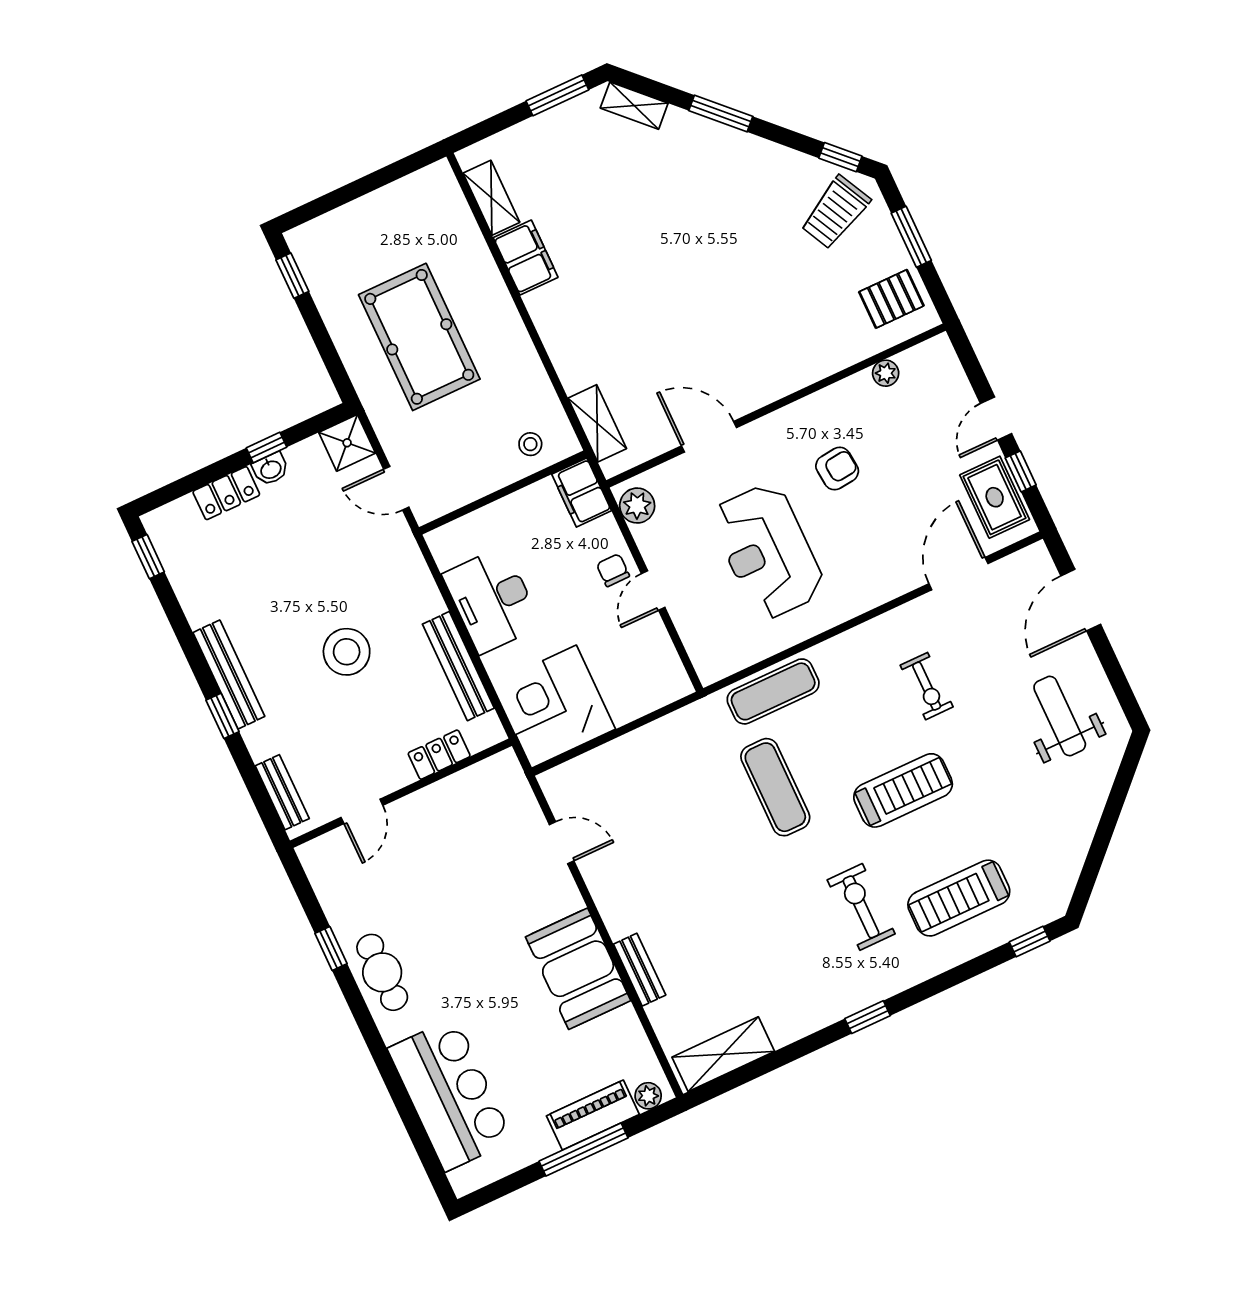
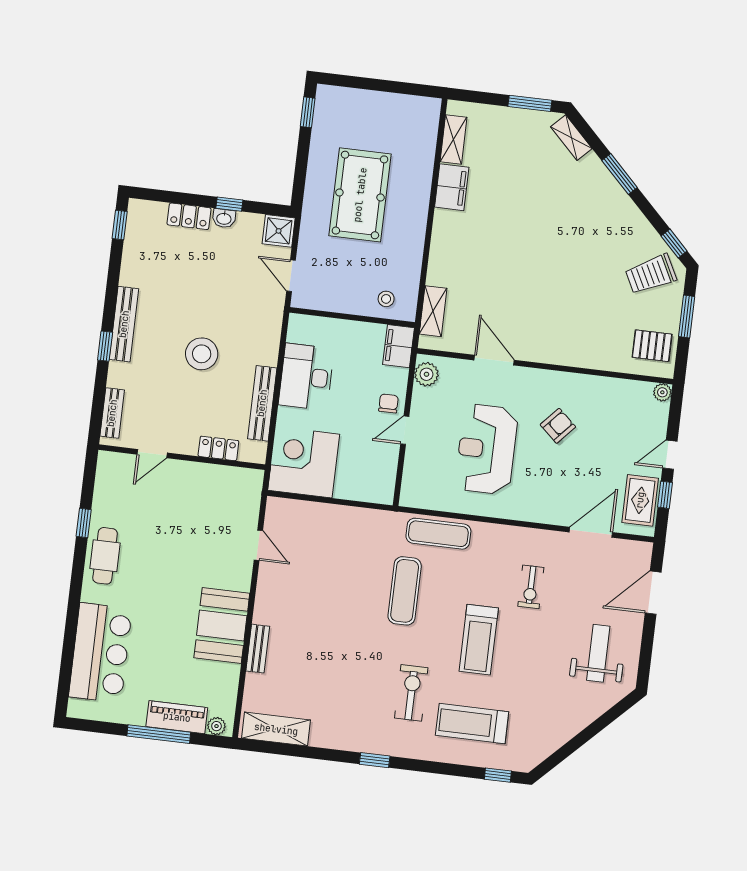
plant: (886, 373) -> (662, 392), moved
armchair: (837, 469) -> (558, 426), turned -42
treadmill: (903, 790) -> (479, 640), turned 90

